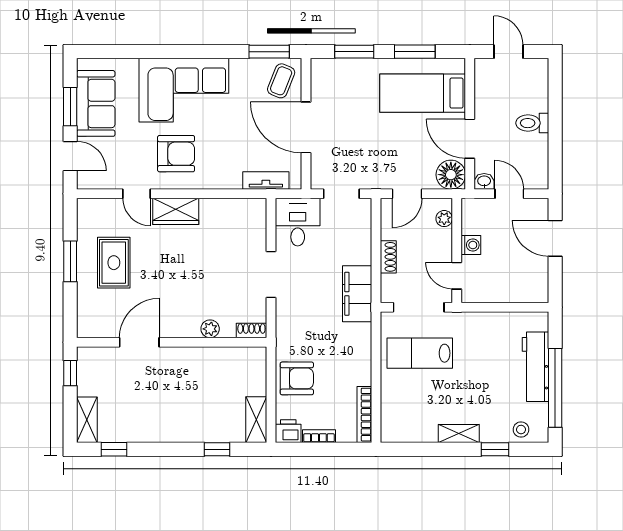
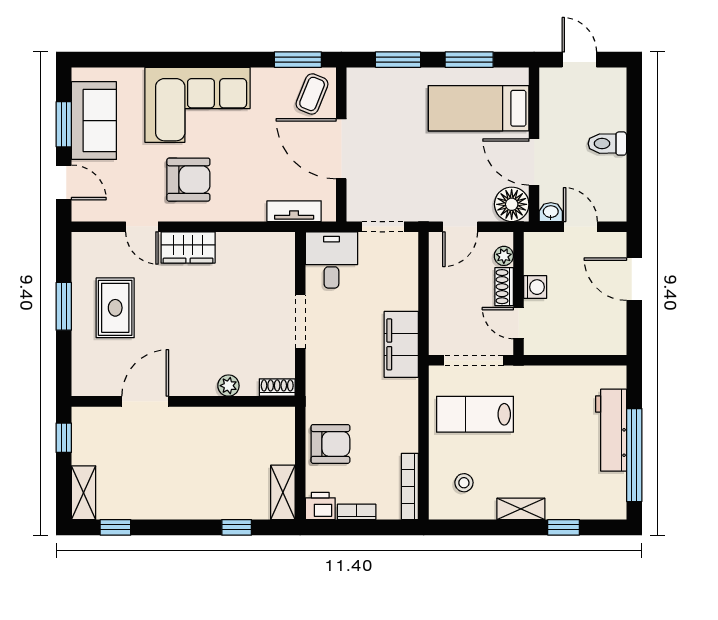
shoe rack: (388, 257) -> (504, 287), moved, turned 180
stool: (521, 430) -> (464, 483), moved

